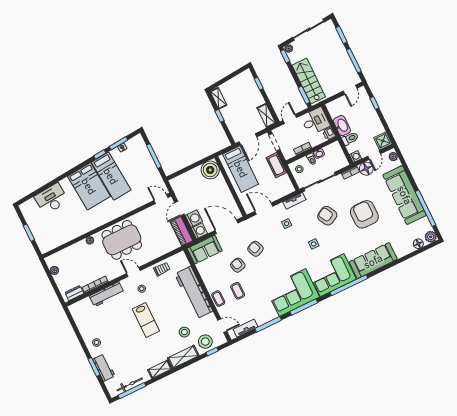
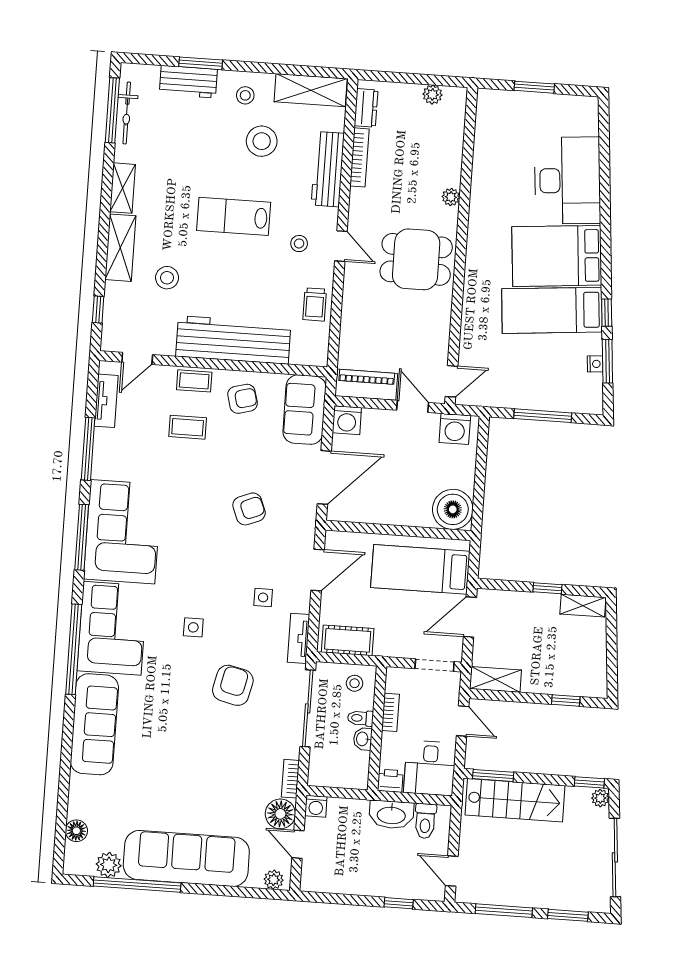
door: (248, 139) -> (470, 617), hinge flipped
toilet: (350, 139) -> (425, 821), moved
shower: (383, 141) -> (316, 877), removed
cot: (276, 165) -> (348, 640), moved
desk: (51, 199) -> (567, 180), width x1.36, depth x1.30
armchair: (364, 214) -> (194, 759), removed
armchair: (327, 216) -> (233, 685), turned -48
washing machine: (194, 218) -> (455, 429), moved
plant: (431, 237) -> (109, 865), moved
dining table: (122, 240) -> (416, 259), width x0.73
armchair: (238, 265) -> (243, 399), moved
door: (133, 272) -> (341, 246), hinge flipped
shelving: (80, 318) -> (311, 90), added
stool: (205, 342) -> (262, 141), moved

